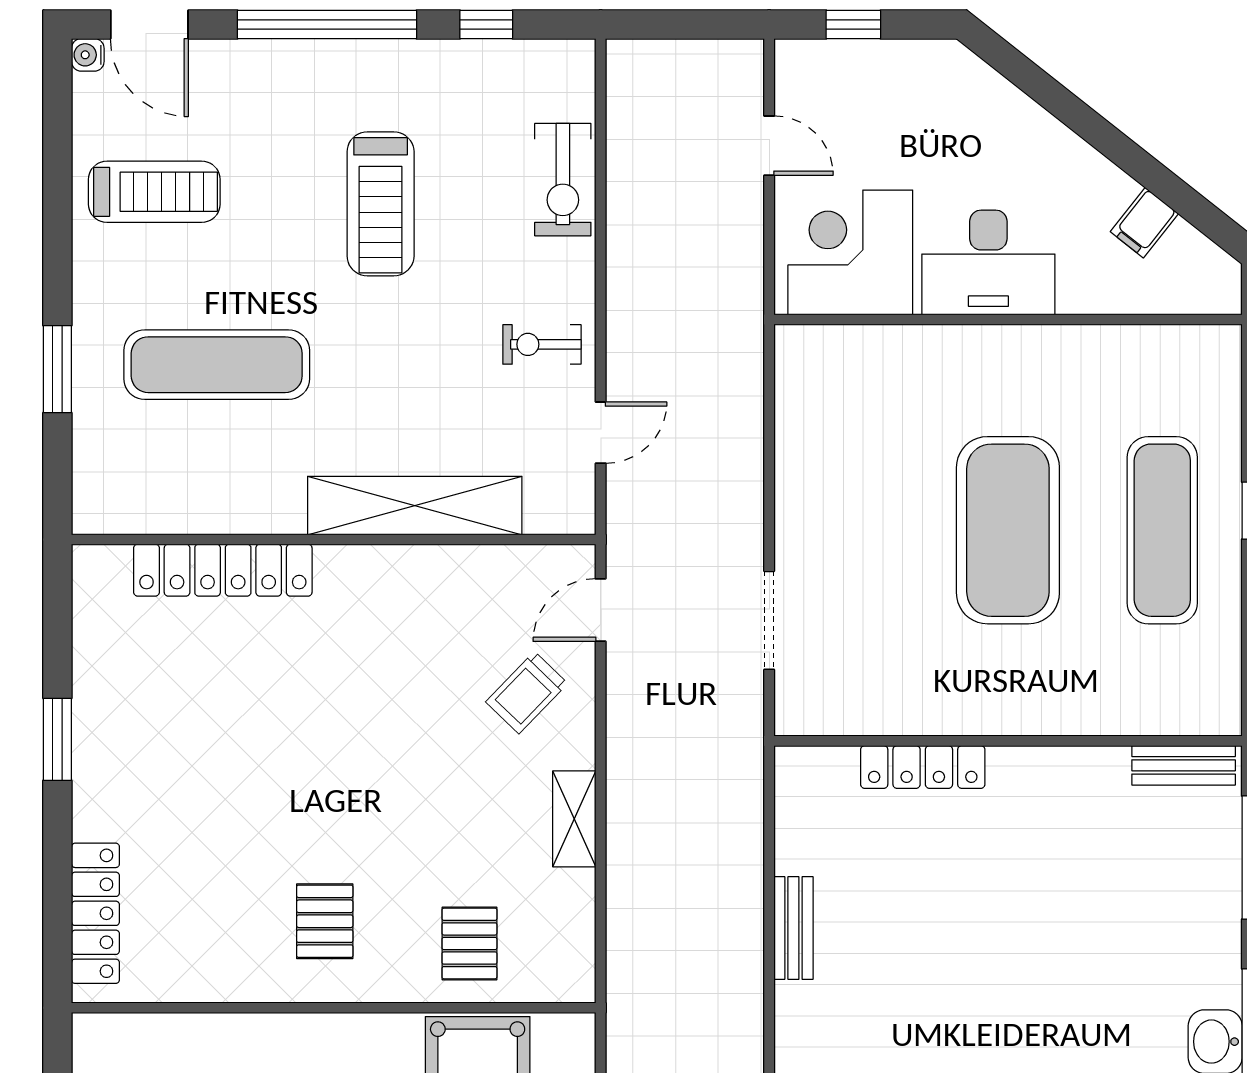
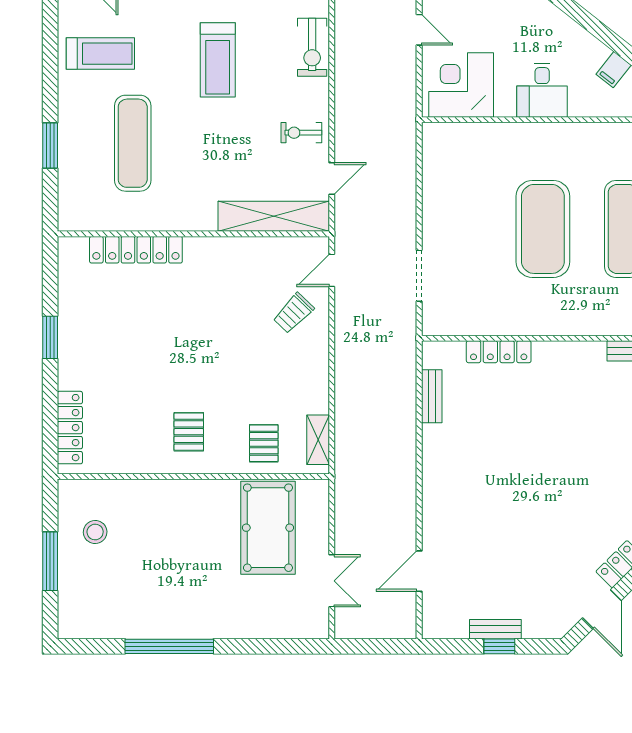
desk: (988, 262) -> (542, 90), width x0.73
exercise mat: (217, 365) -> (133, 143), turned 90
shelving: (415, 506) -> (274, 216), moved
shelving: (574, 819) -> (318, 440), moved
bench: (793, 928) -> (432, 396), moved

